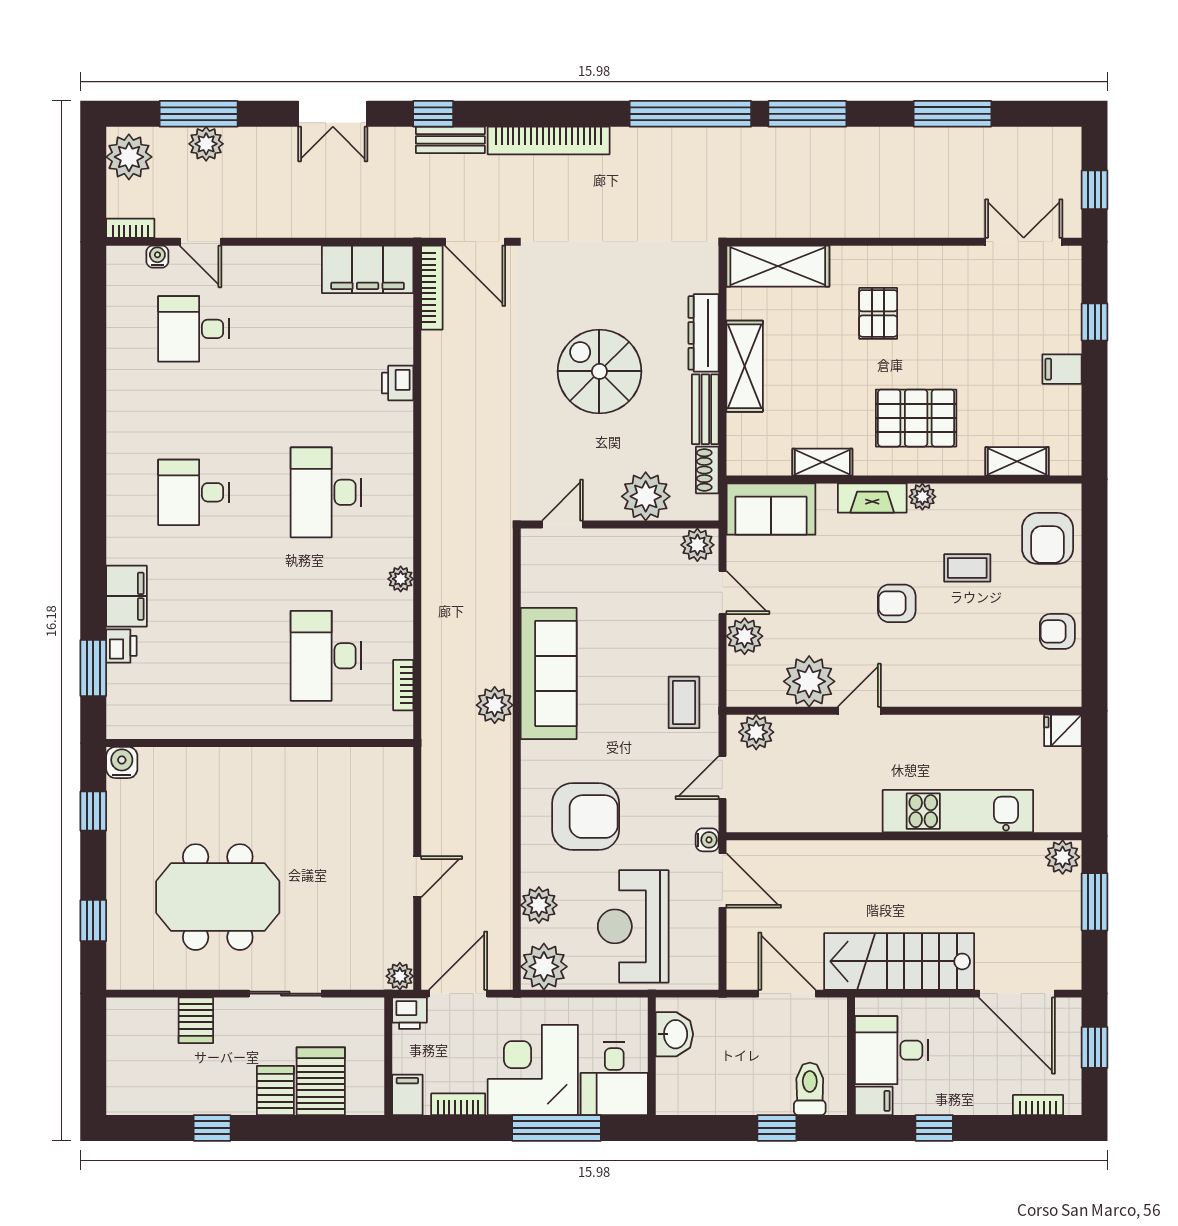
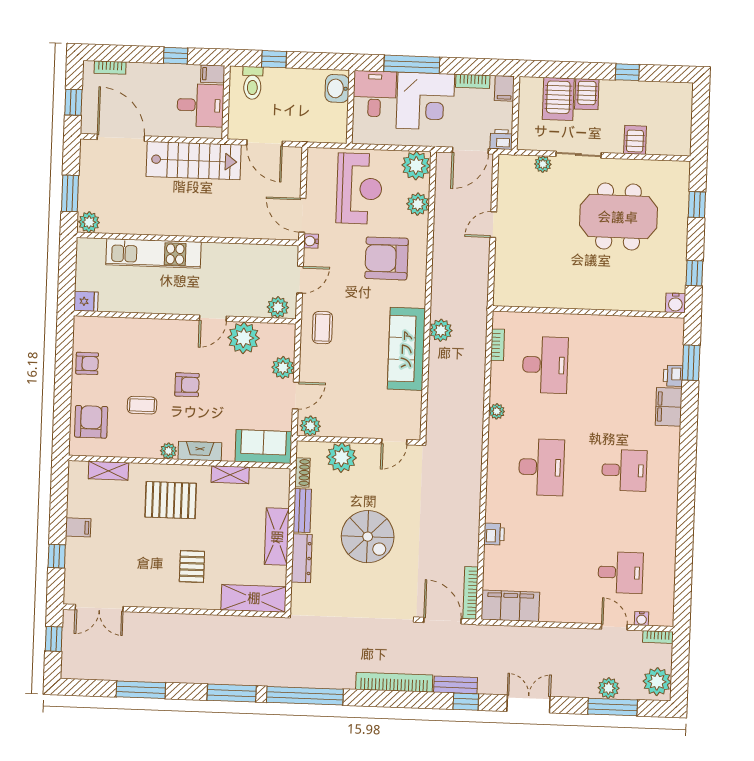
door: (722, 592) -> (296, 395), swing flipped
plant: (400, 976) -> (543, 164), moved
washbasin: (674, 1034) -> (337, 88), moved

